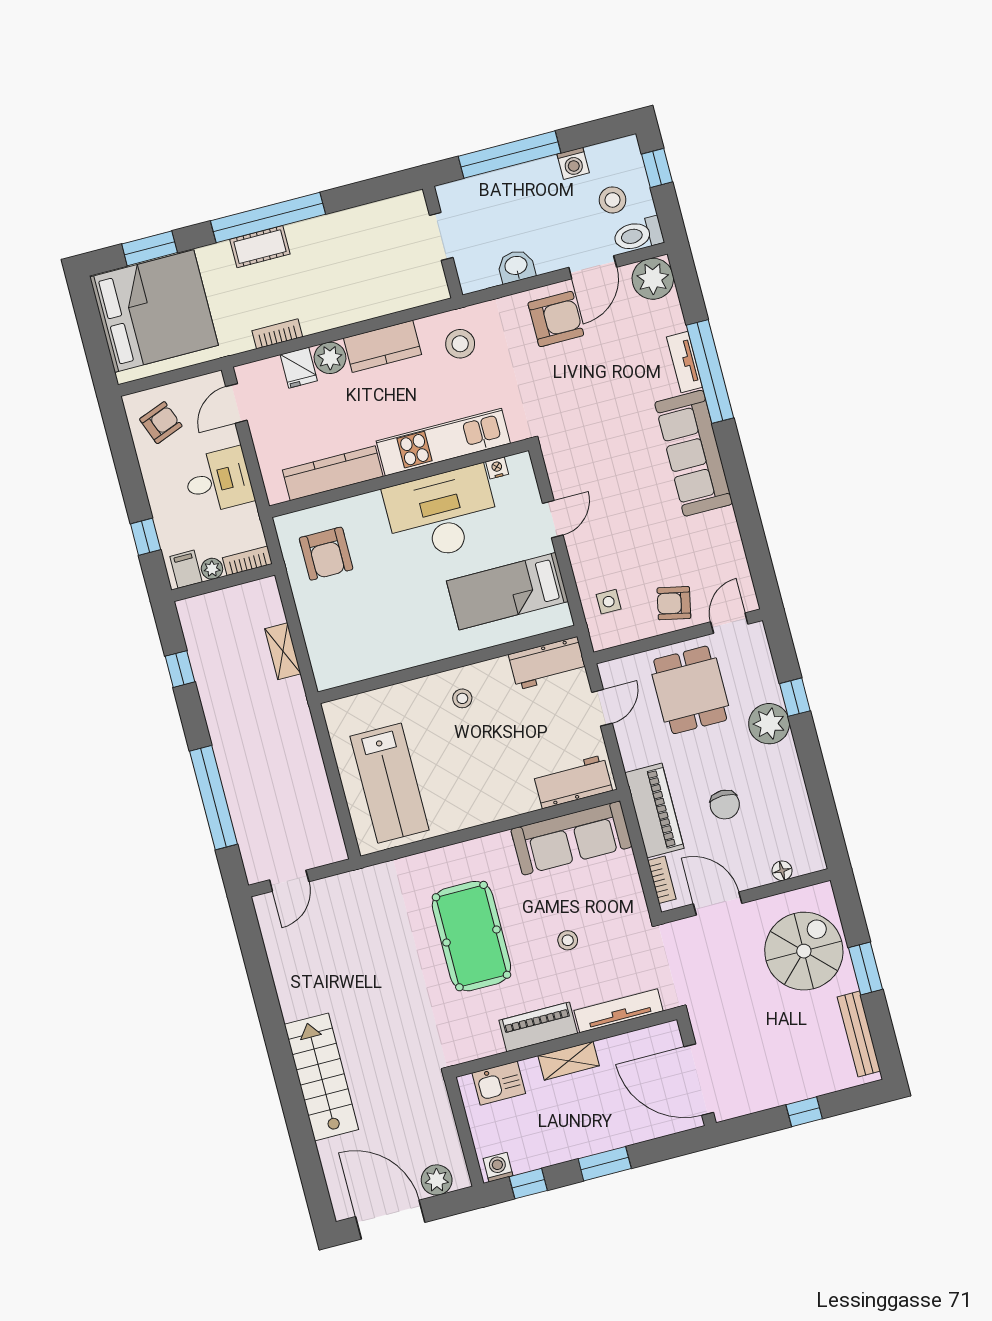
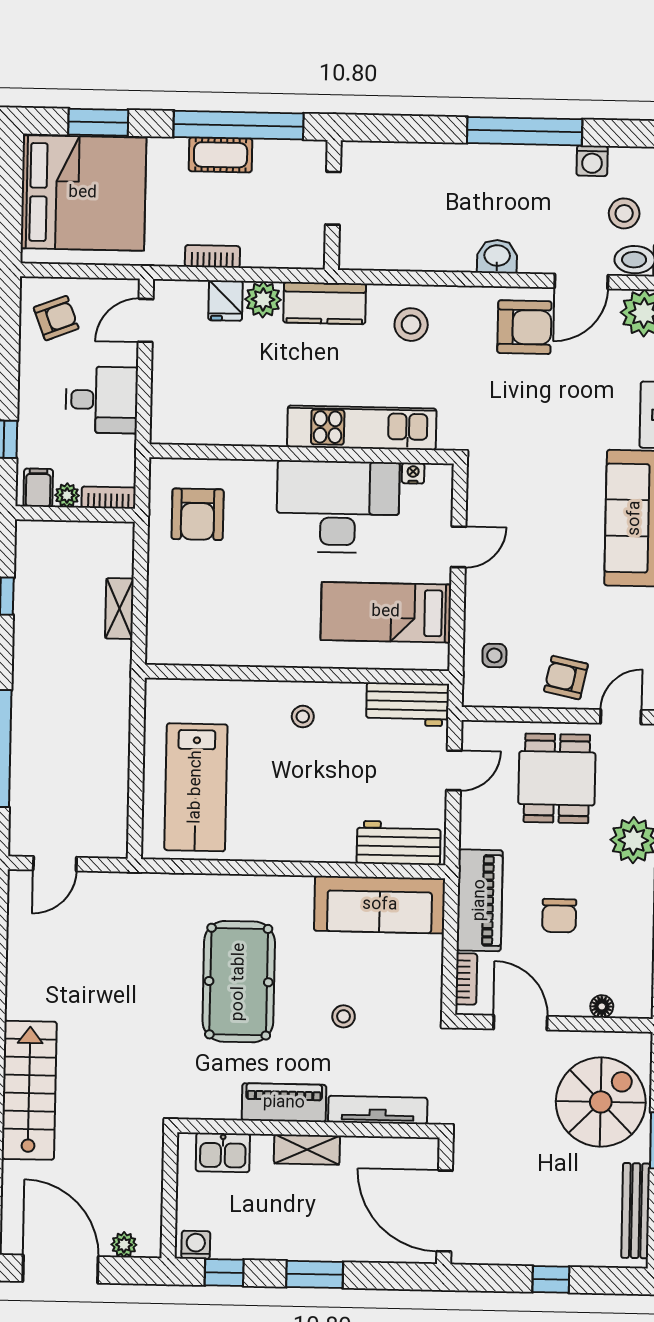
doorway: (441, 236) -> (333, 198), moved
wall: (443, 242) -> (333, 205), moved
kitchen counter: (333, 473) -> (230, 428), removed
plant: (437, 1180) -> (124, 1245), width x0.73, depth x0.73

